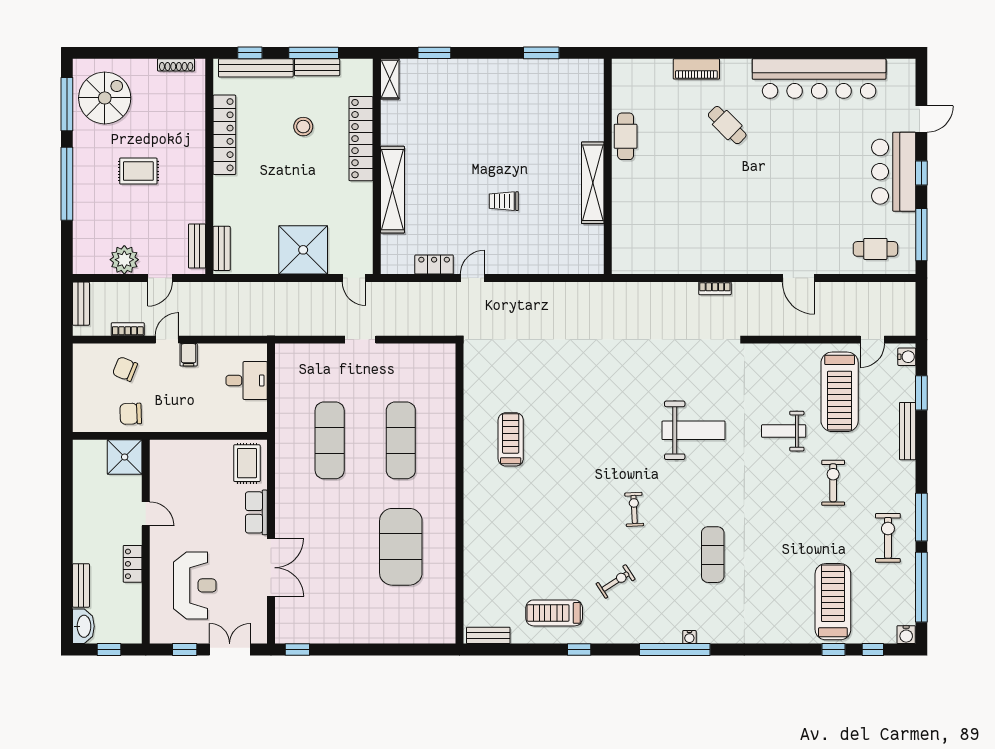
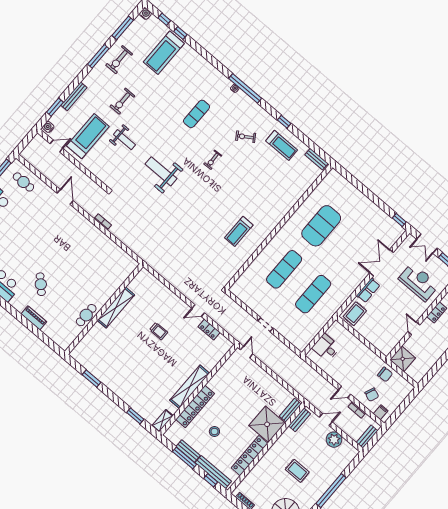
shelving: (392, 190) -> (190, 387), moved
shower: (303, 250) -> (267, 424), moved
filing cabinet: (189, 355) -> (381, 412), moved
reception desk: (195, 585) -> (419, 282), turned 90
window: (921, 587) -> (123, 28), width x0.68

